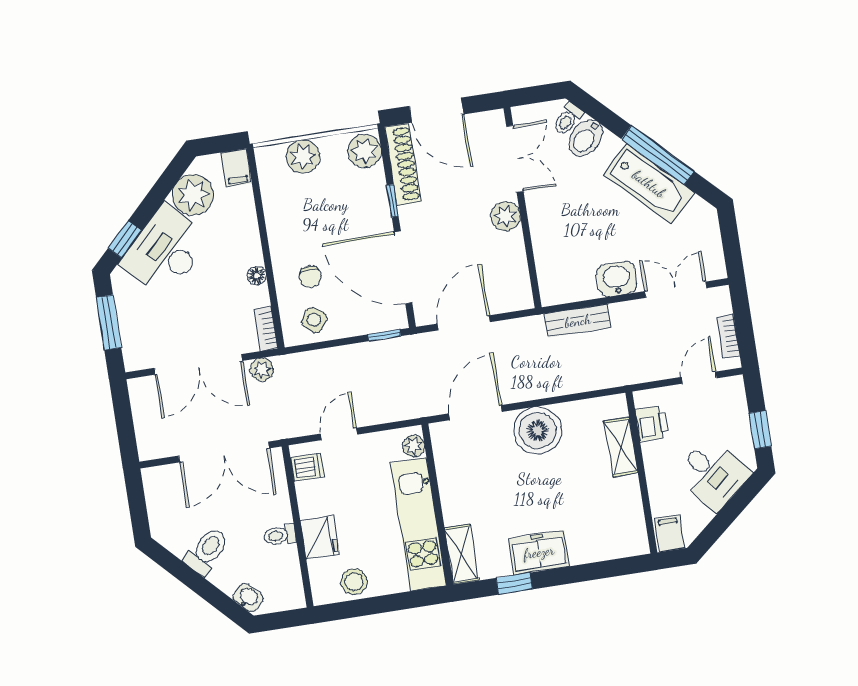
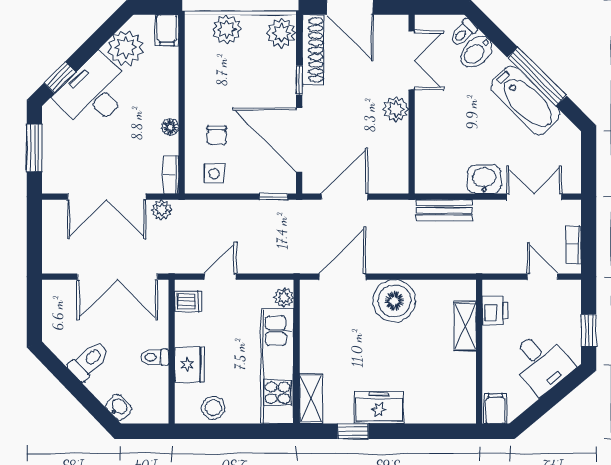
side table: (314, 320) -> (214, 174), turned -35
door: (699, 378) -> (543, 277), hinge flipped

